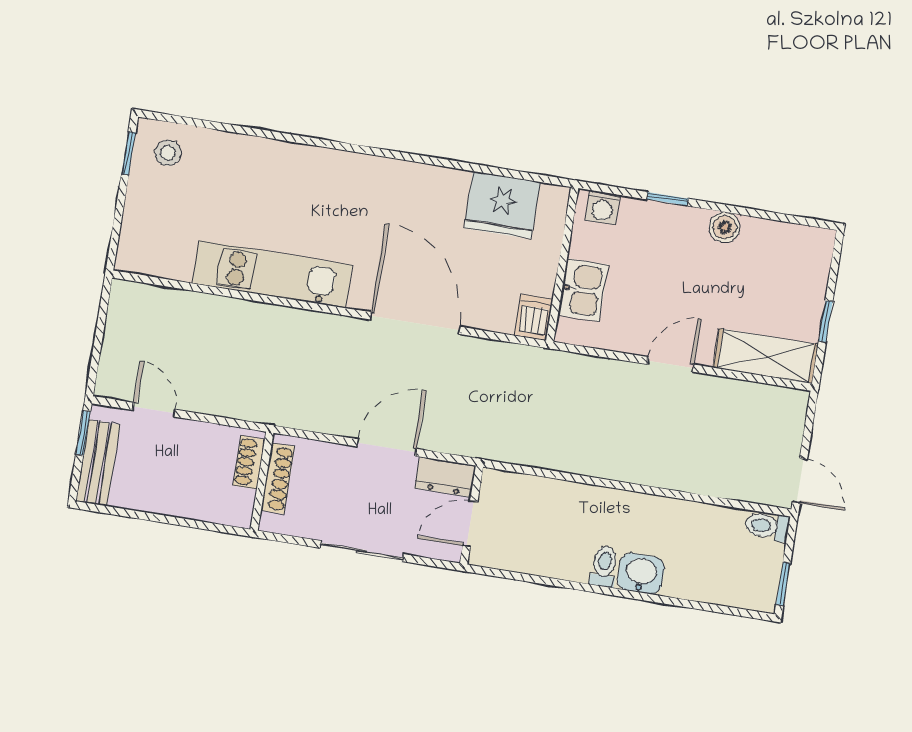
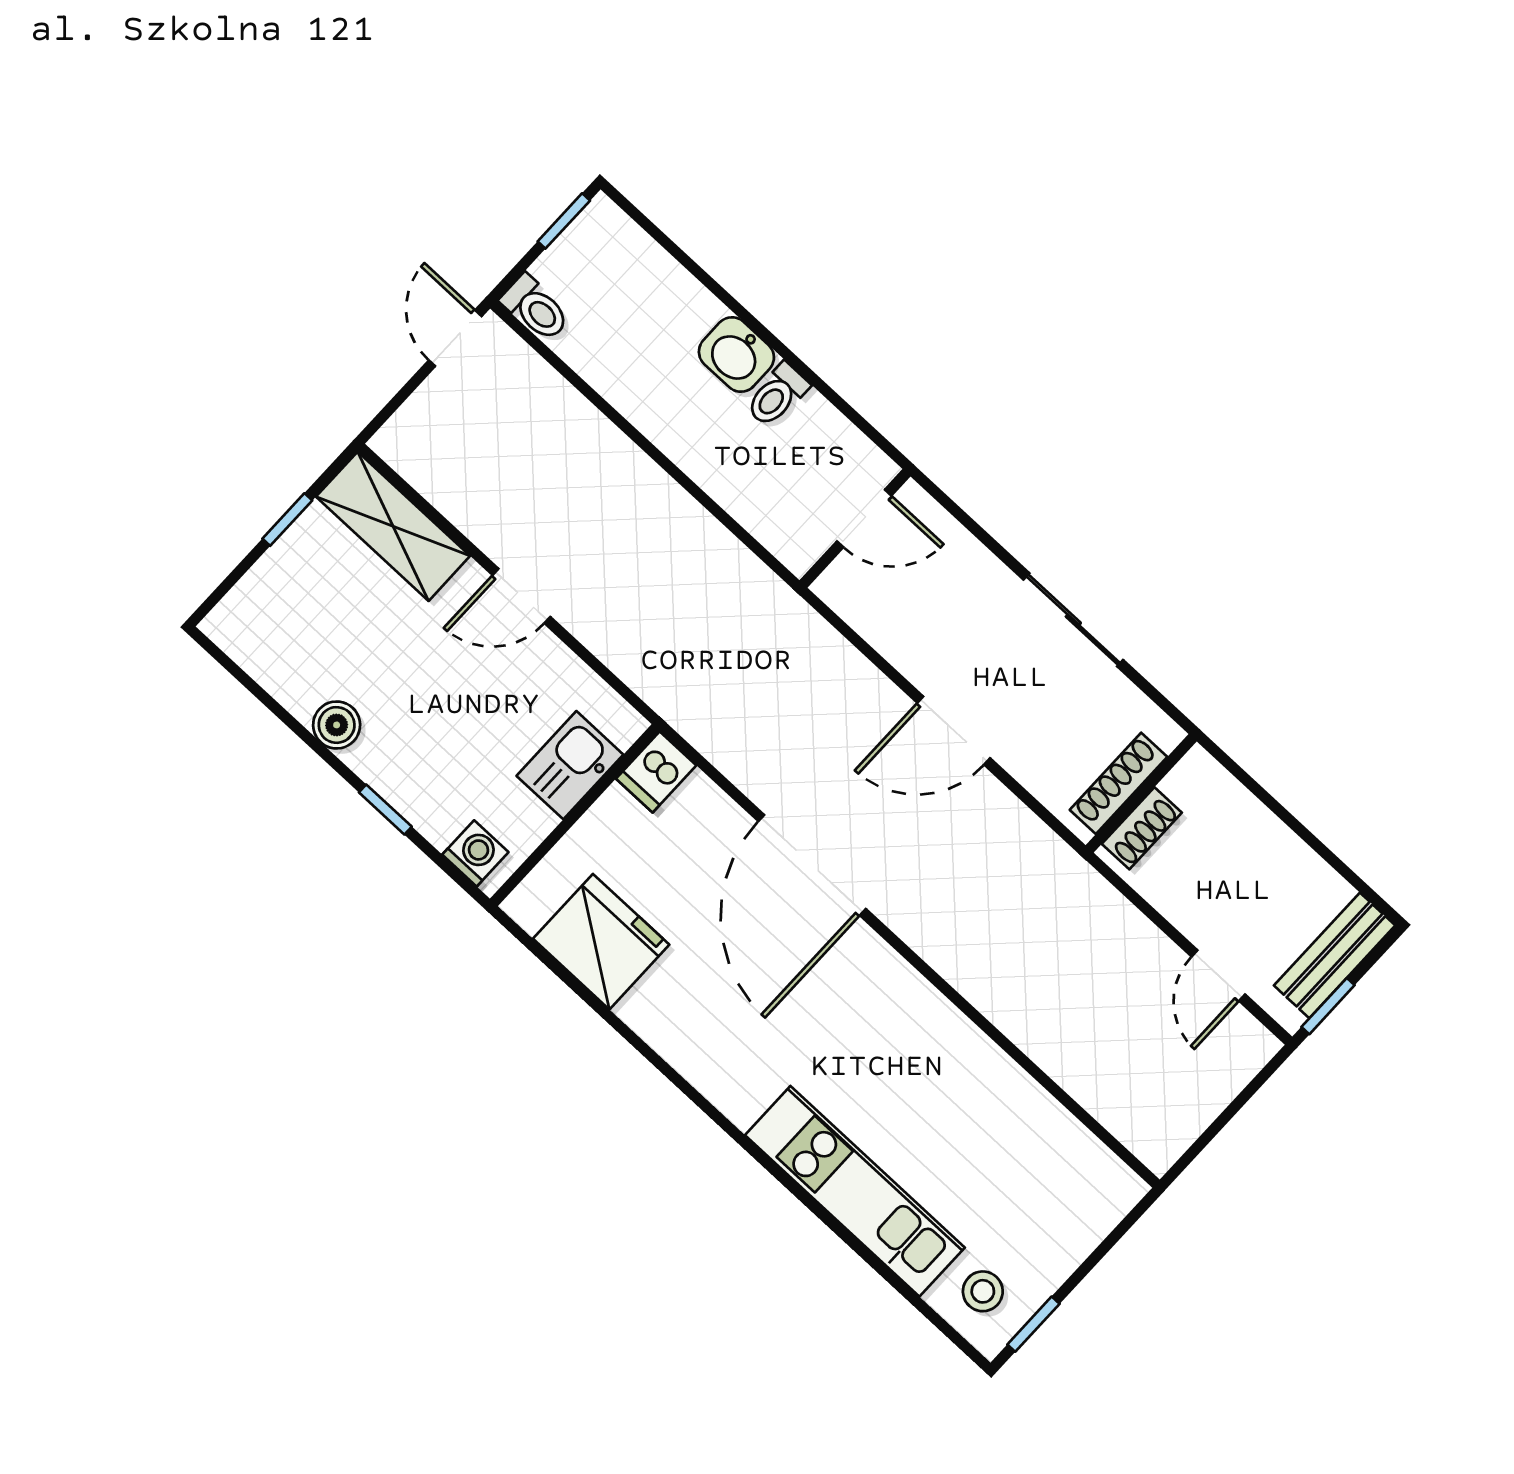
kitchen unit: (272, 274) -> (855, 1191), moved, turned 180
dresser: (445, 477) -> (904, 643), removed
wall: (472, 515) -> (855, 528), moved
door: (470, 524) -> (864, 518), moved

